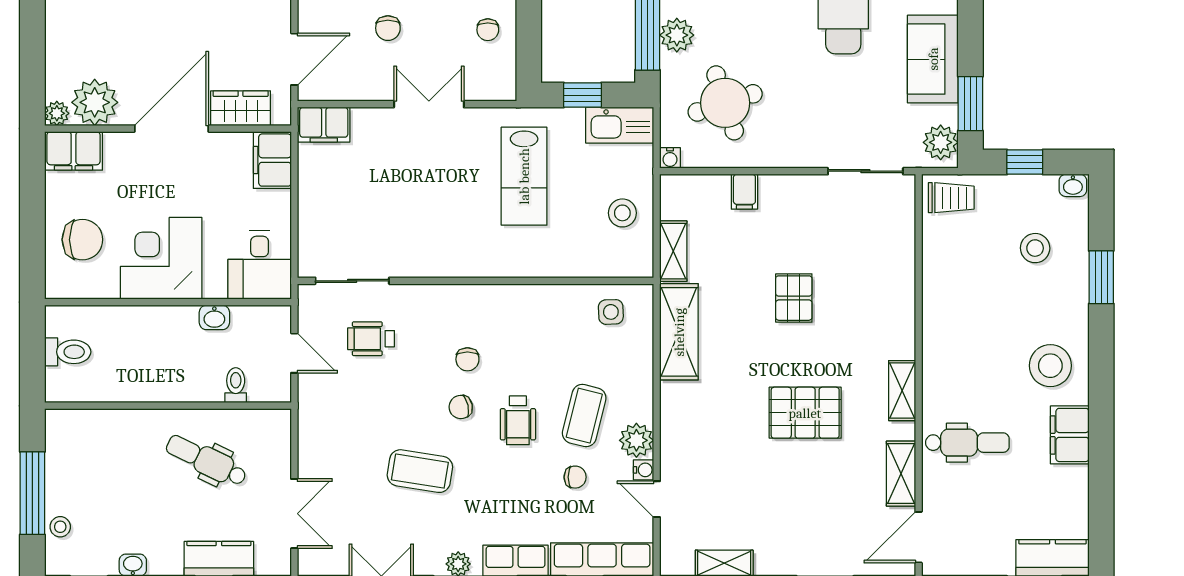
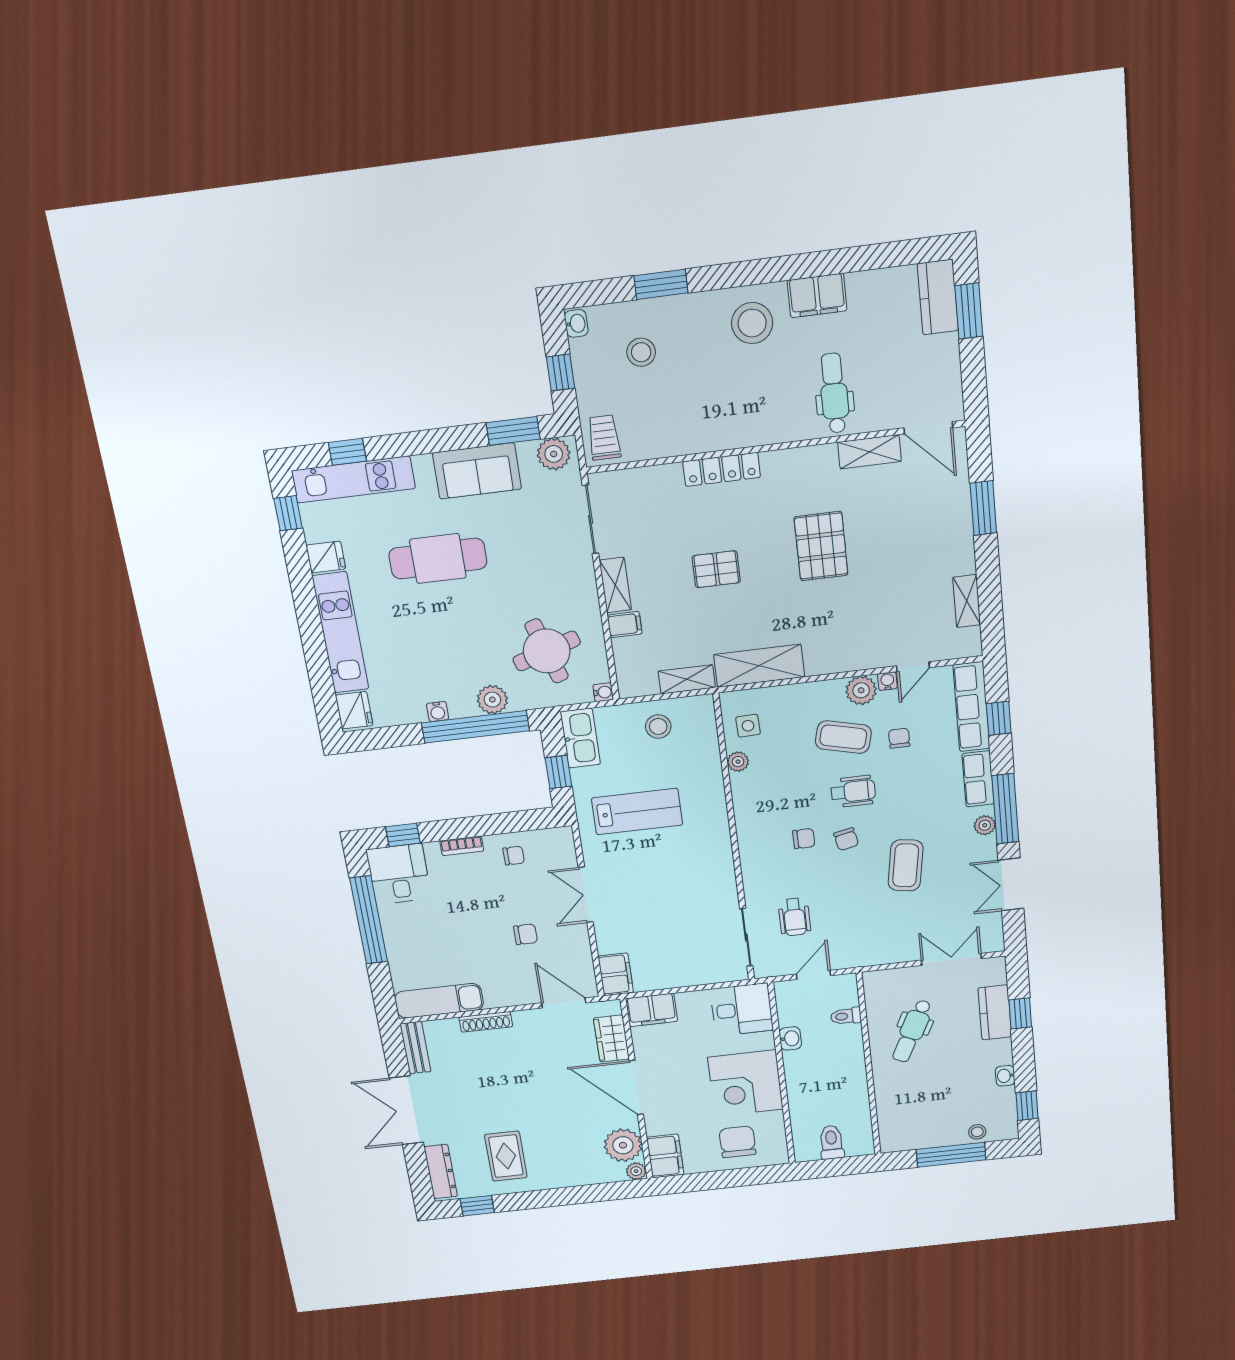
plant: (570, 296) -> (738, 762), added
locker: (902, 317) -> (722, 469), added
shelving: (902, 391) -> (615, 585), moved, turned 90

